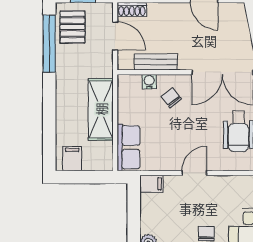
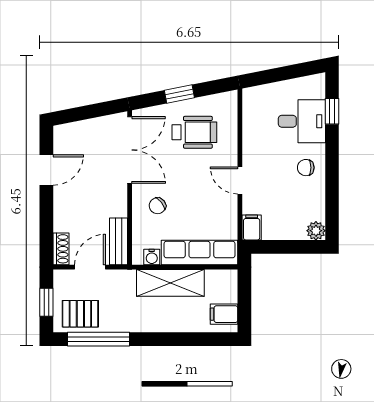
bench: (156, 62) -> (118, 241), moved
water cooler: (149, 82) -> (152, 257), moved, turned -90
row of seats: (128, 147) -> (200, 253), width x1.48

